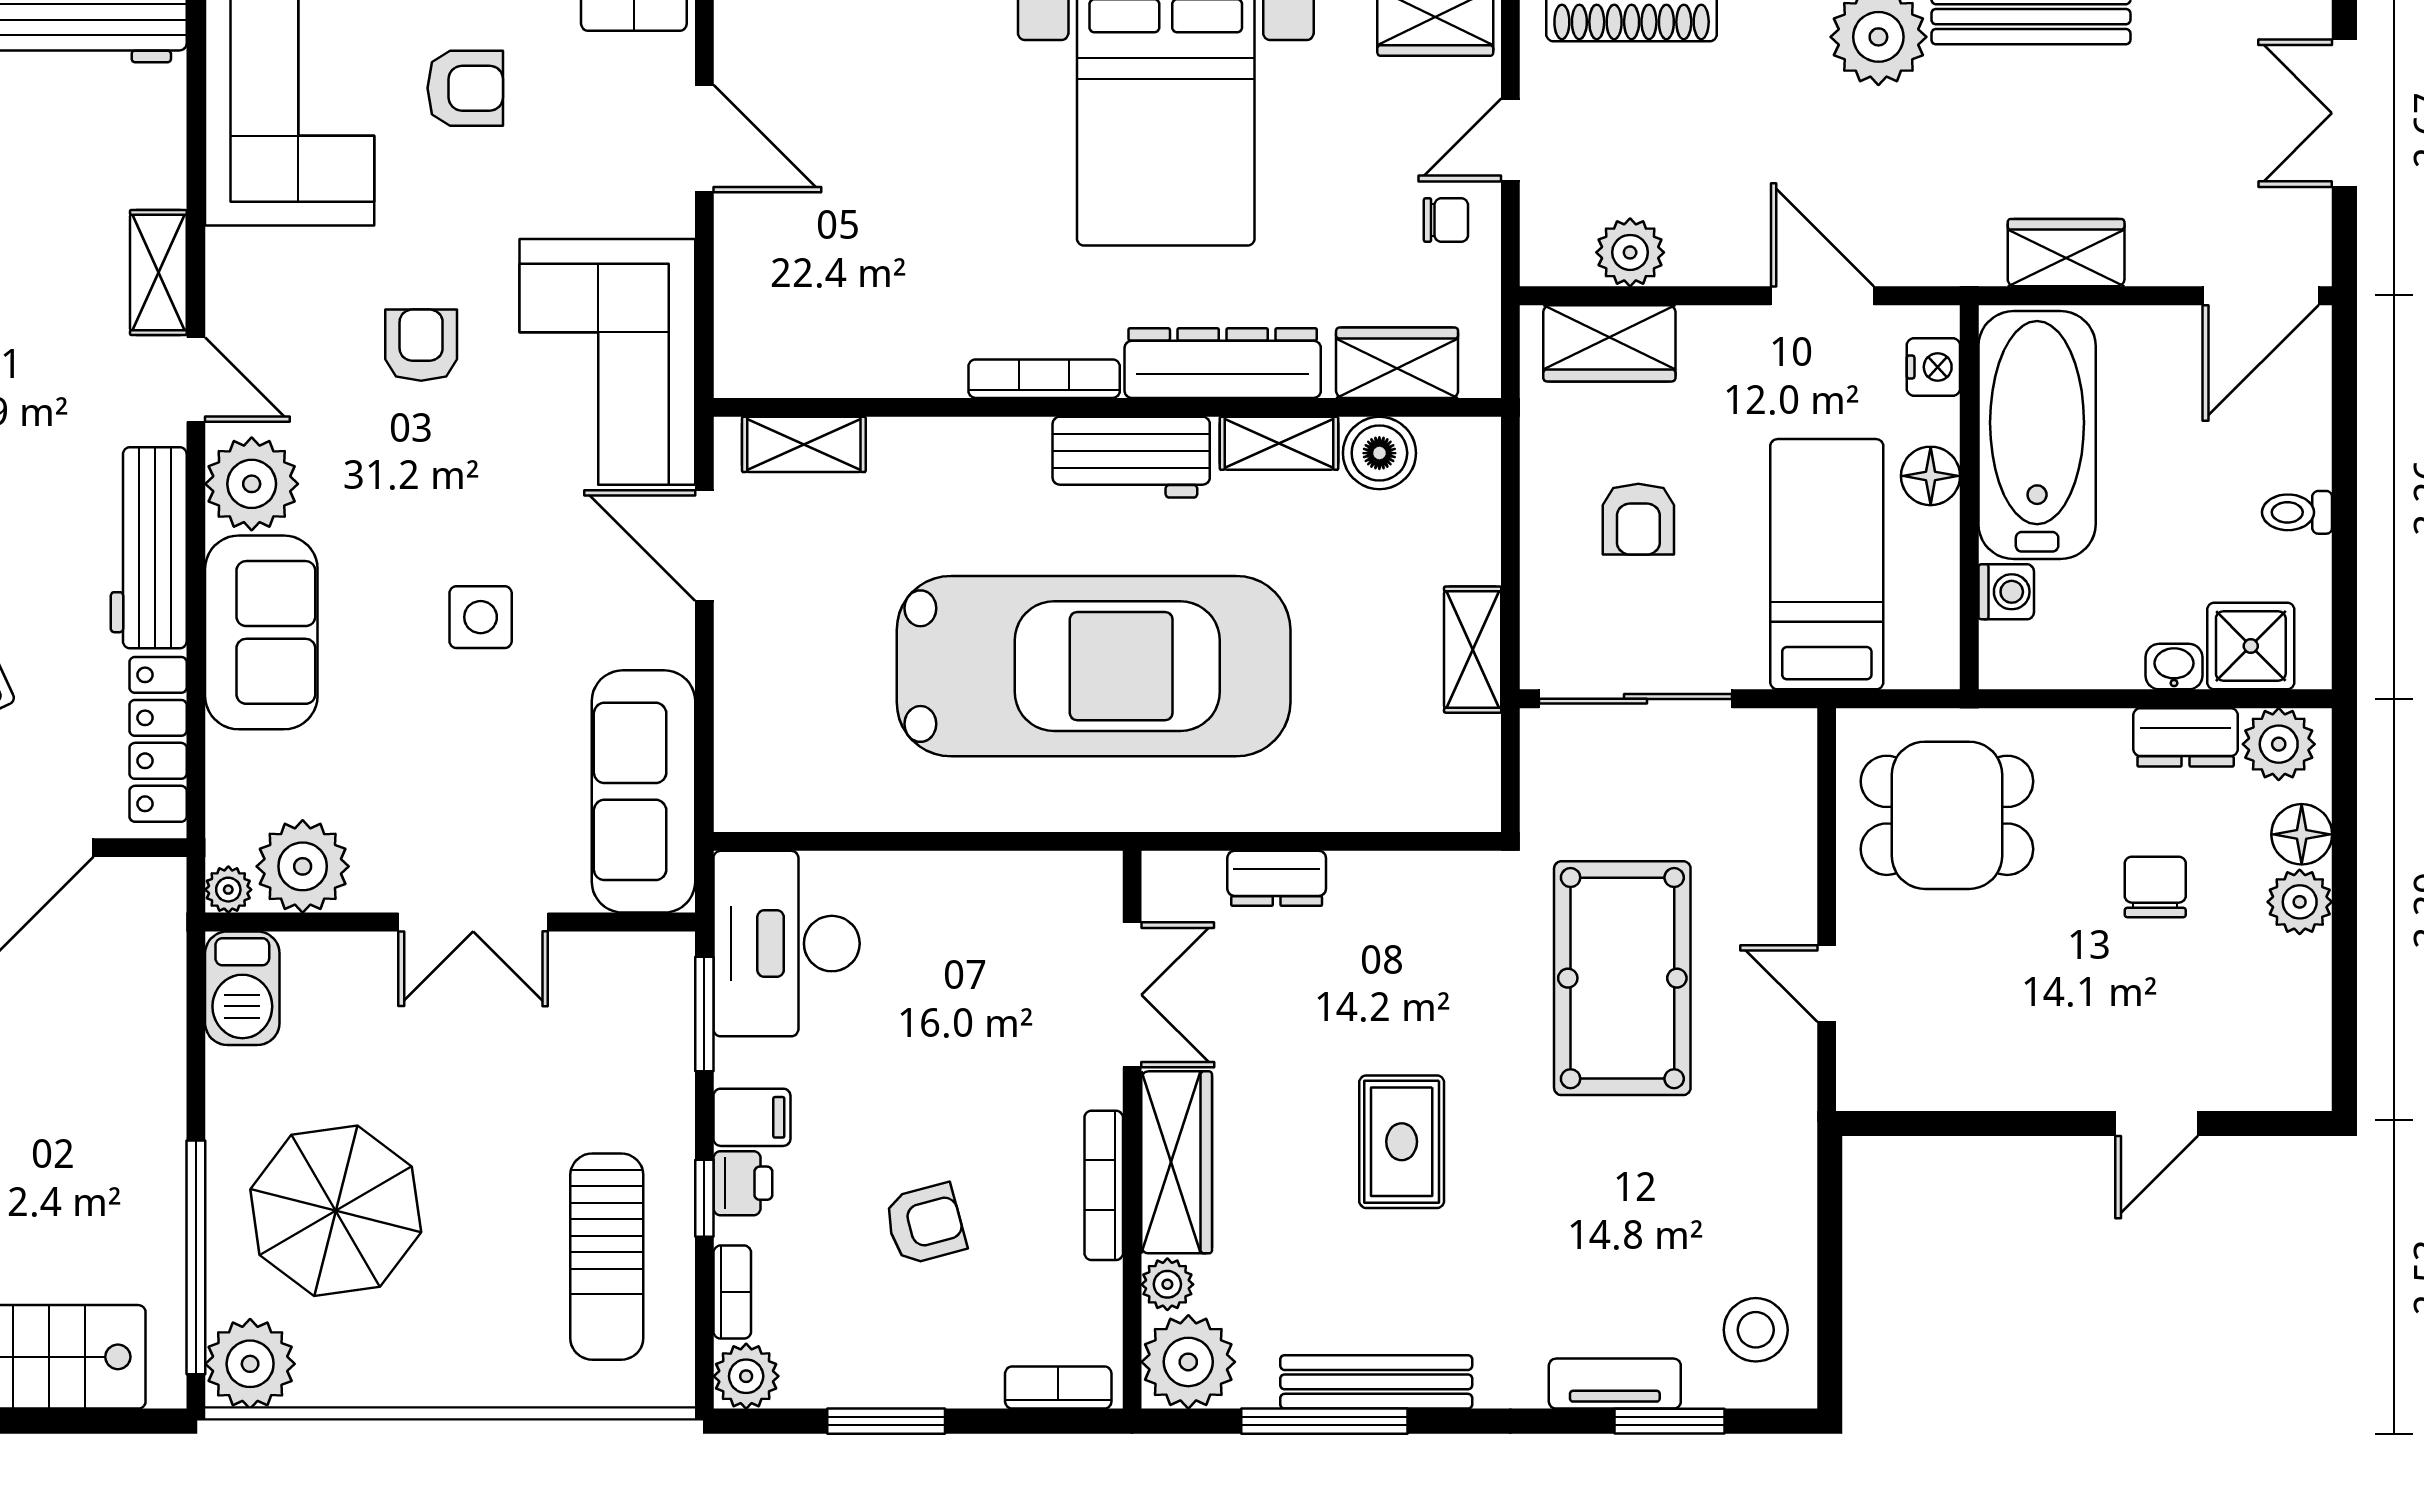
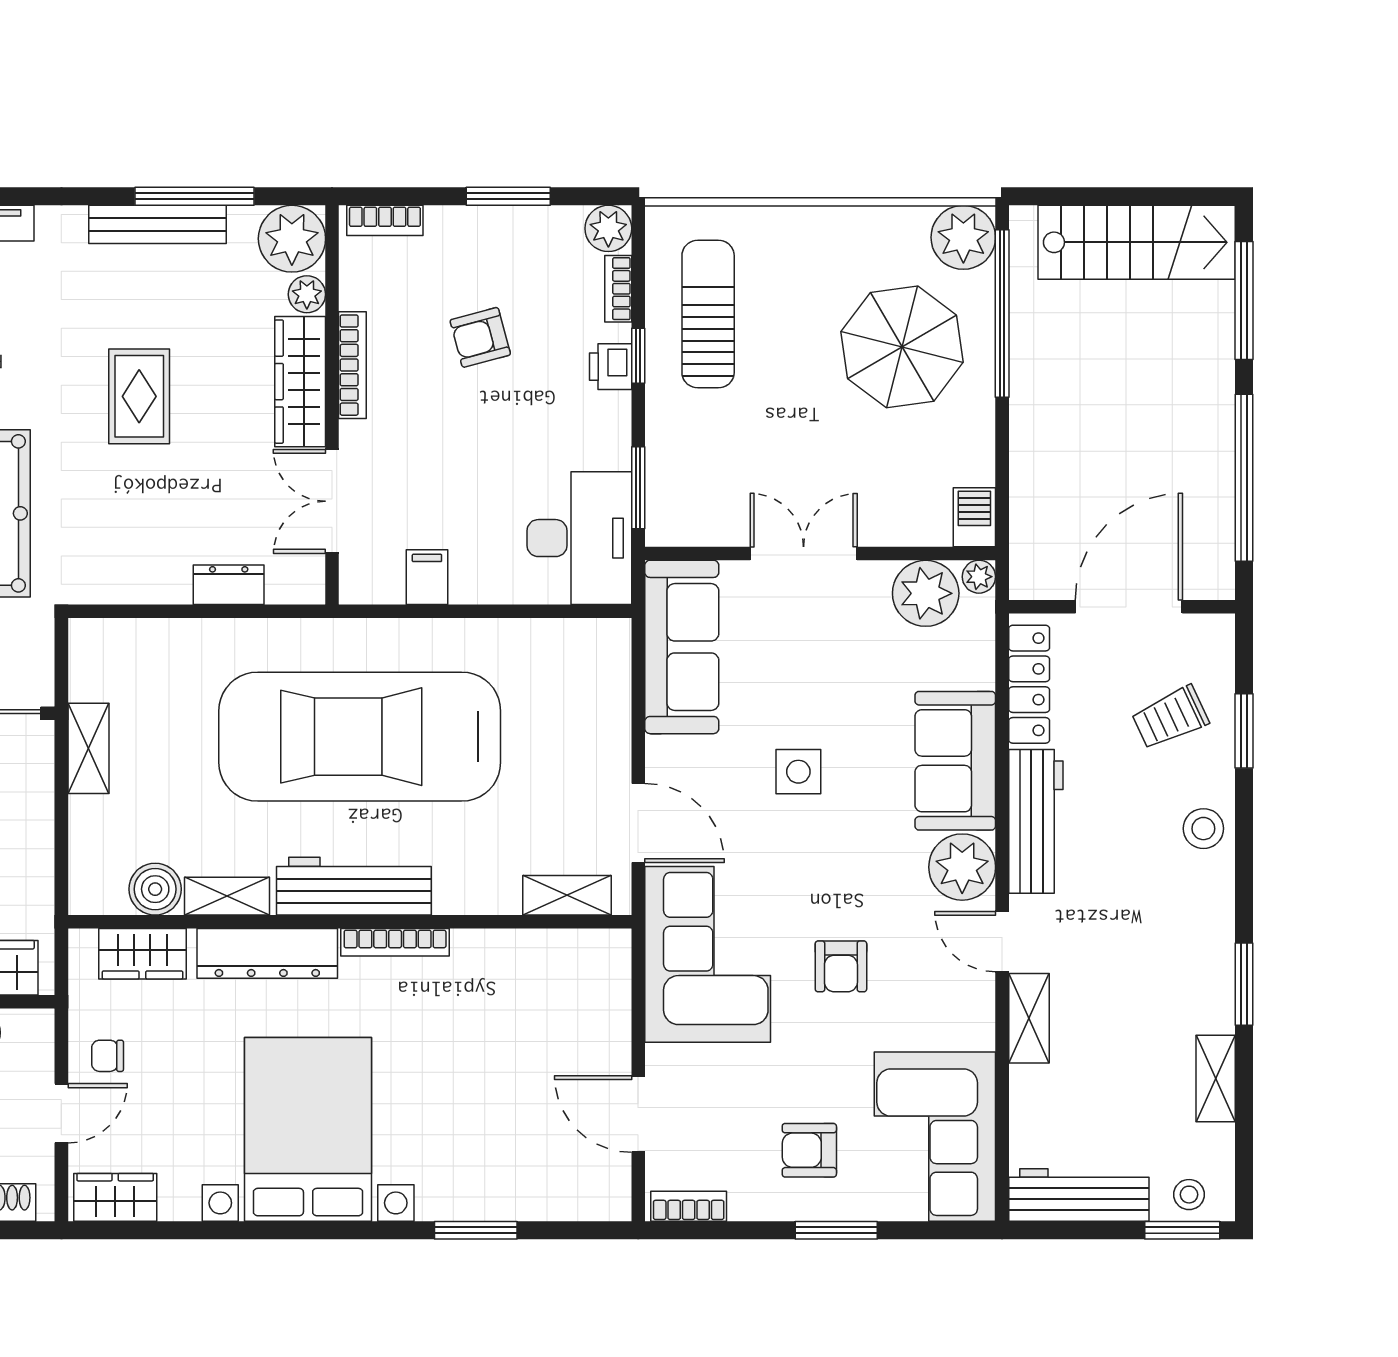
workbench: (1131, 457) -> (354, 886), width x1.38
barbecue: (242, 988) -> (974, 517), width x0.73, depth x0.79
filing cabinet: (752, 1117) -> (427, 577), moved, turned 90

